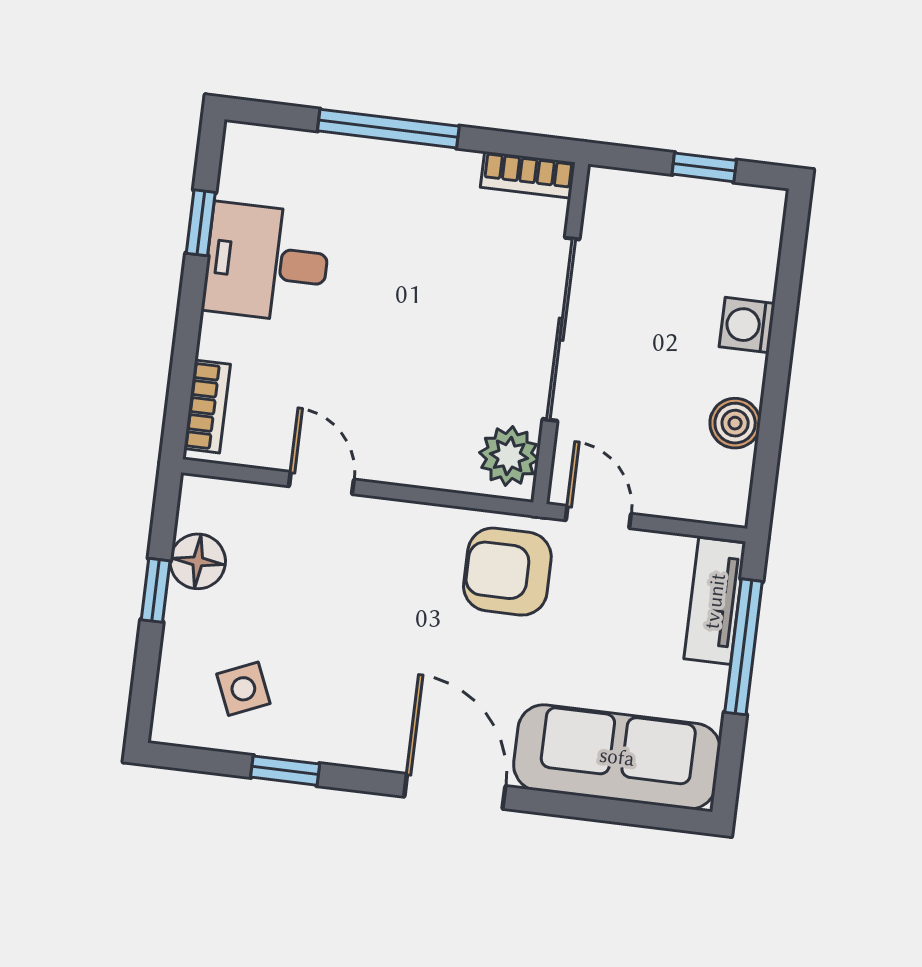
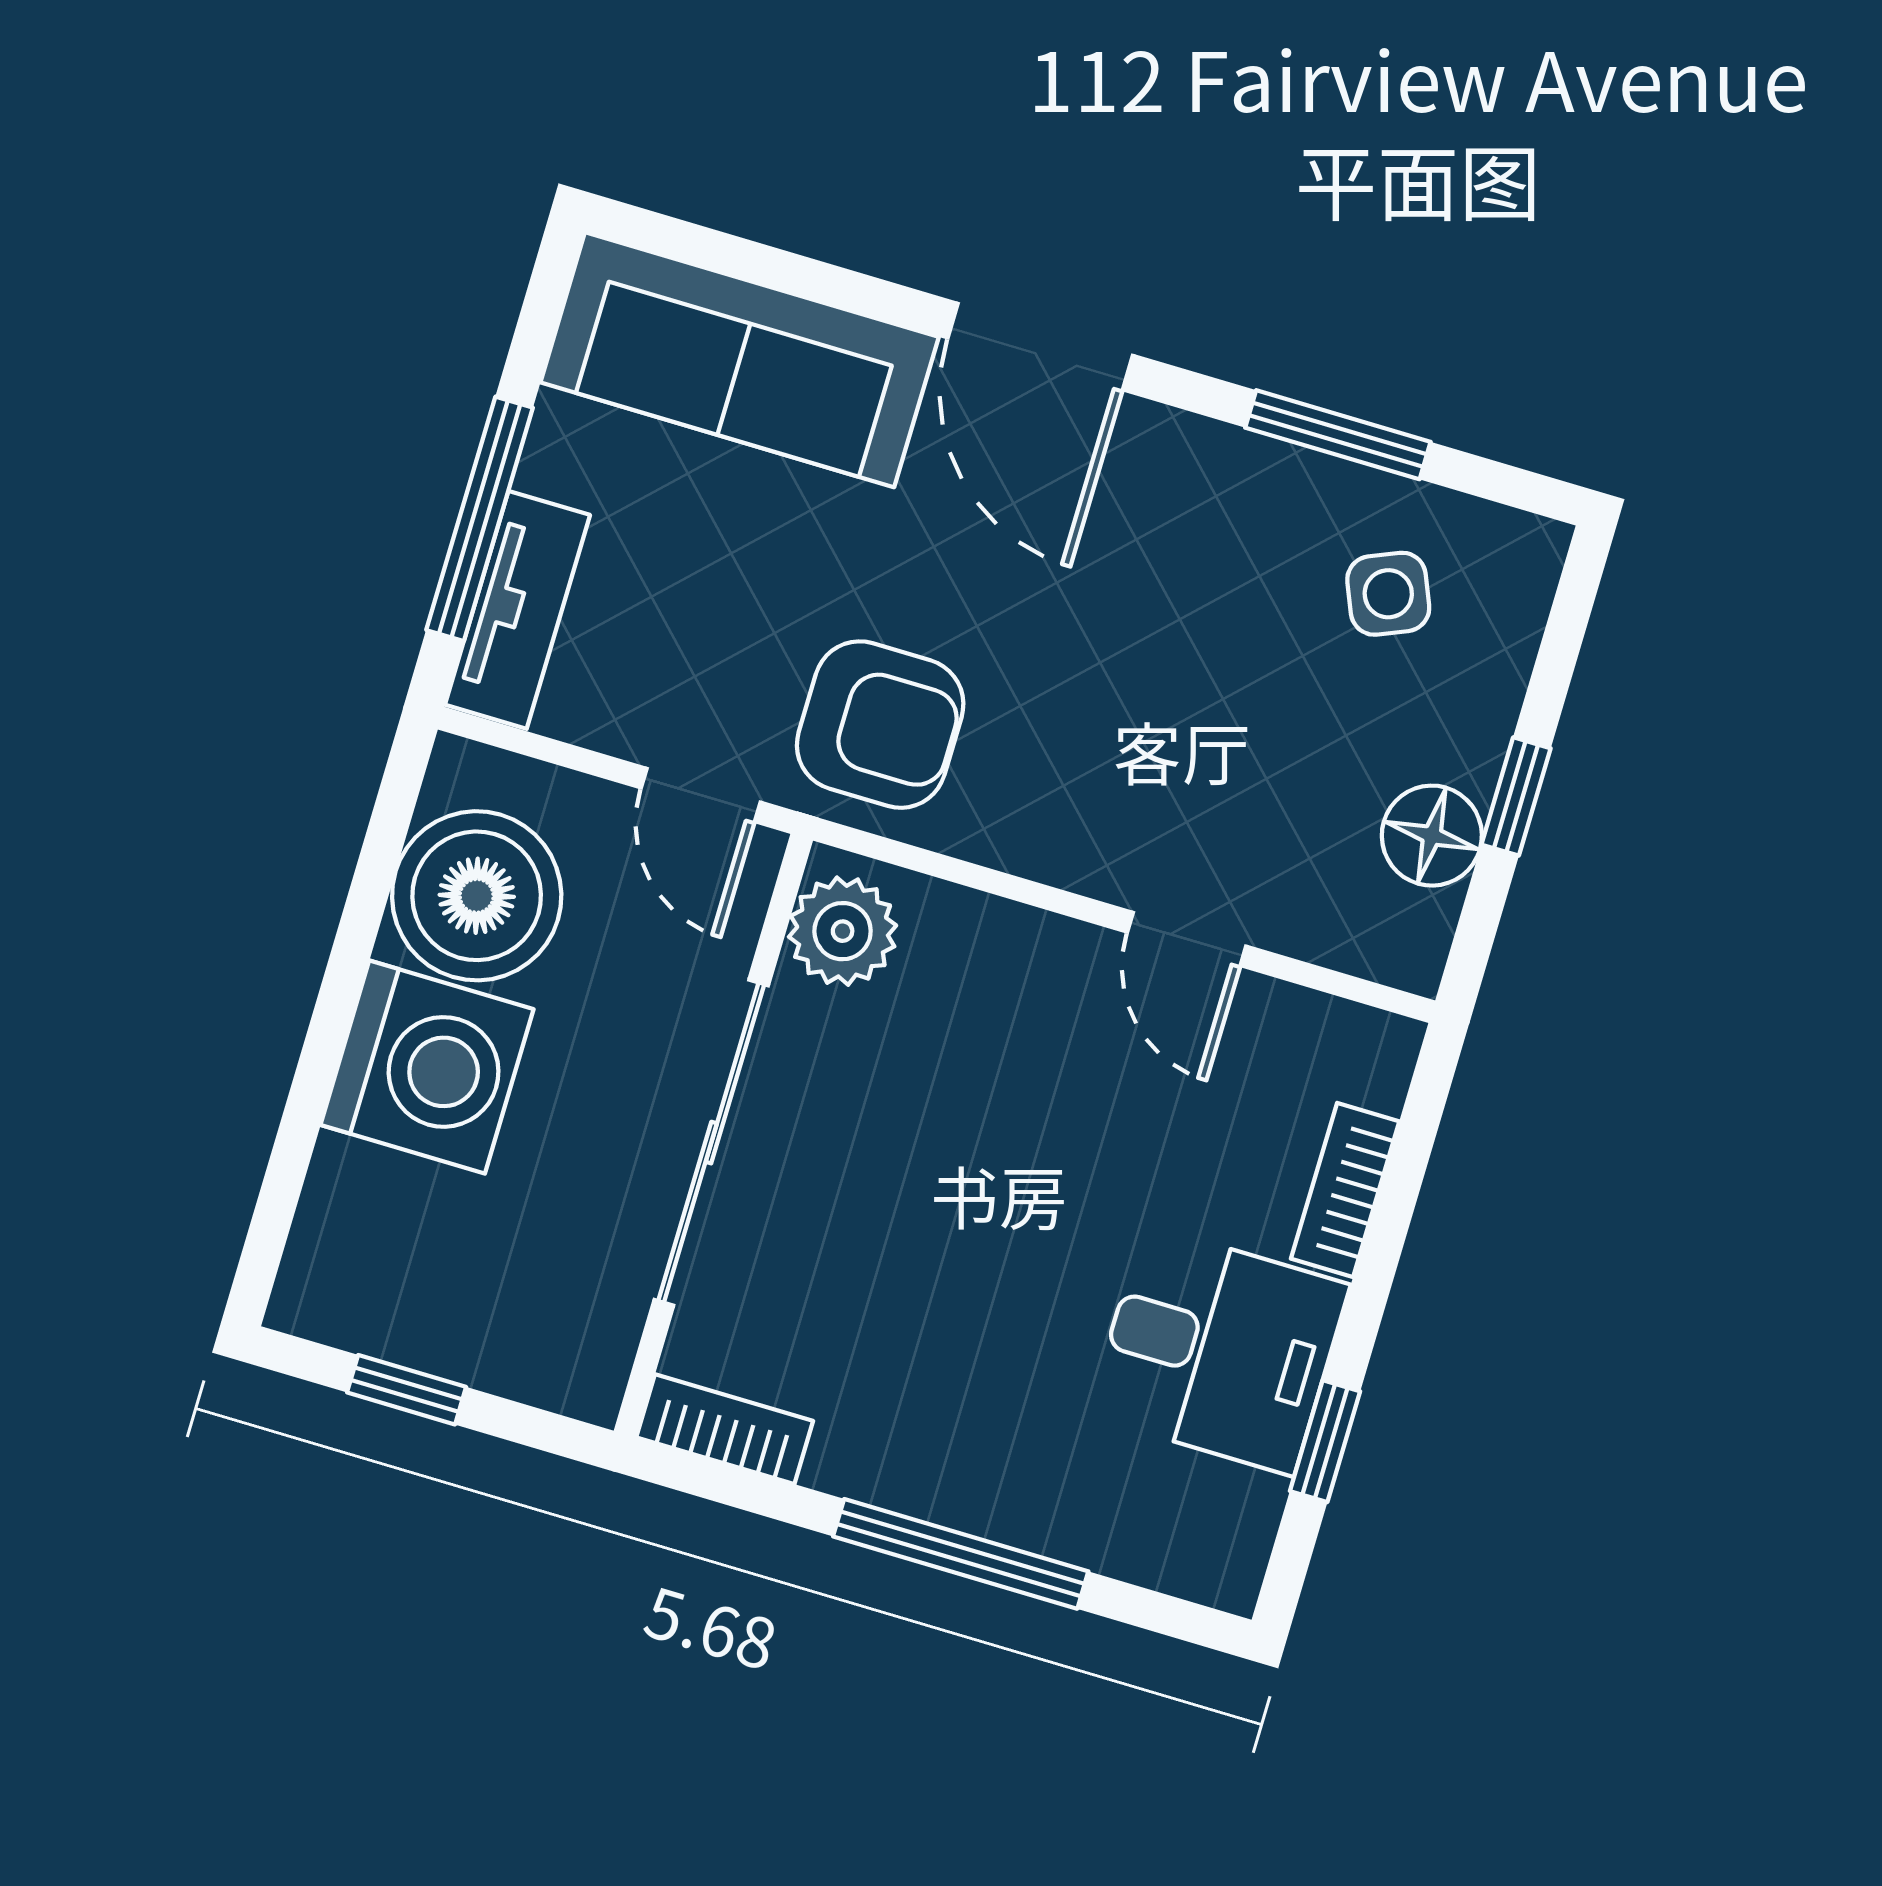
washing machine: (747, 325) -> (427, 1067), width x1.89, depth x1.89
bookcase: (207, 406) -> (1345, 1190), moved
boiler: (735, 423) -> (477, 896), width x1.86, depth x1.86
window: (285, 771) -> (1338, 435), width x1.50

